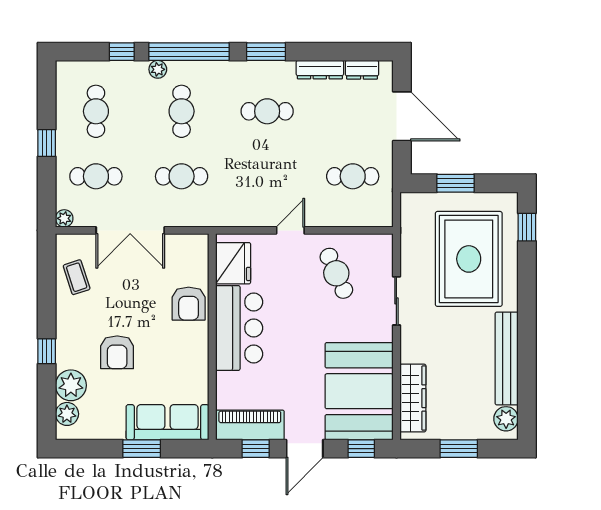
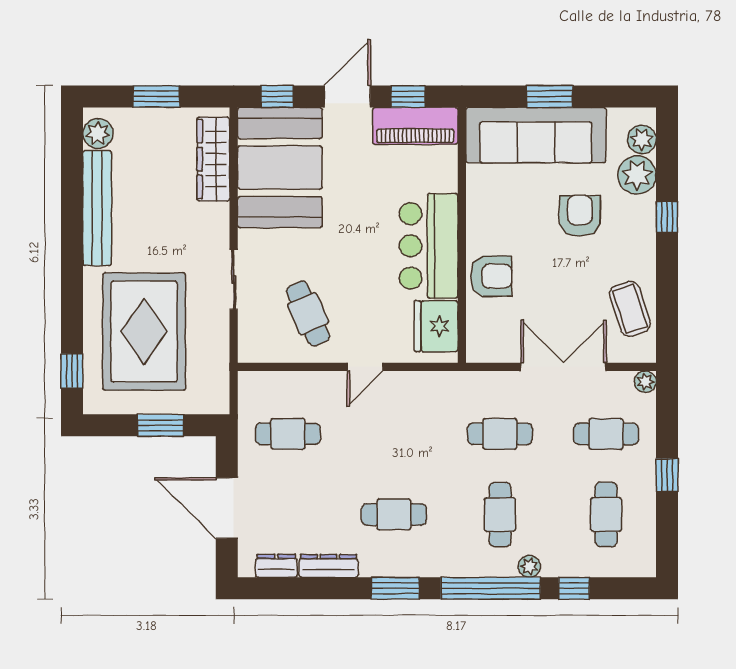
coffee table: (77, 277) -> (630, 309), width x1.36, depth x1.30
armchair: (189, 304) -> (491, 276), turned 90
sofa: (168, 422) -> (536, 135), width x1.36, depth x1.27

